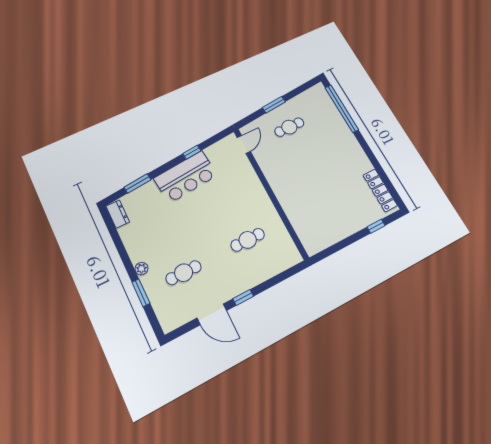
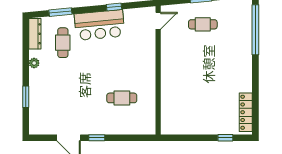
dresser: (118, 214) -> (35, 34), width x1.44
plant: (141, 269) -> (34, 63), moved
cafe table: (184, 273) -> (63, 43), moved, turned 90

